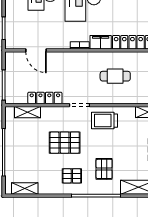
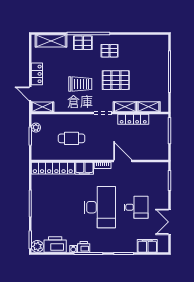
door: (36, 50) -> (123, 161), moved
trolley: (105, 121) -> (80, 84), moved
pallet: (104, 169) -> (83, 43), moved, turned 90
shelving: (25, 188) -> (125, 107), moved

